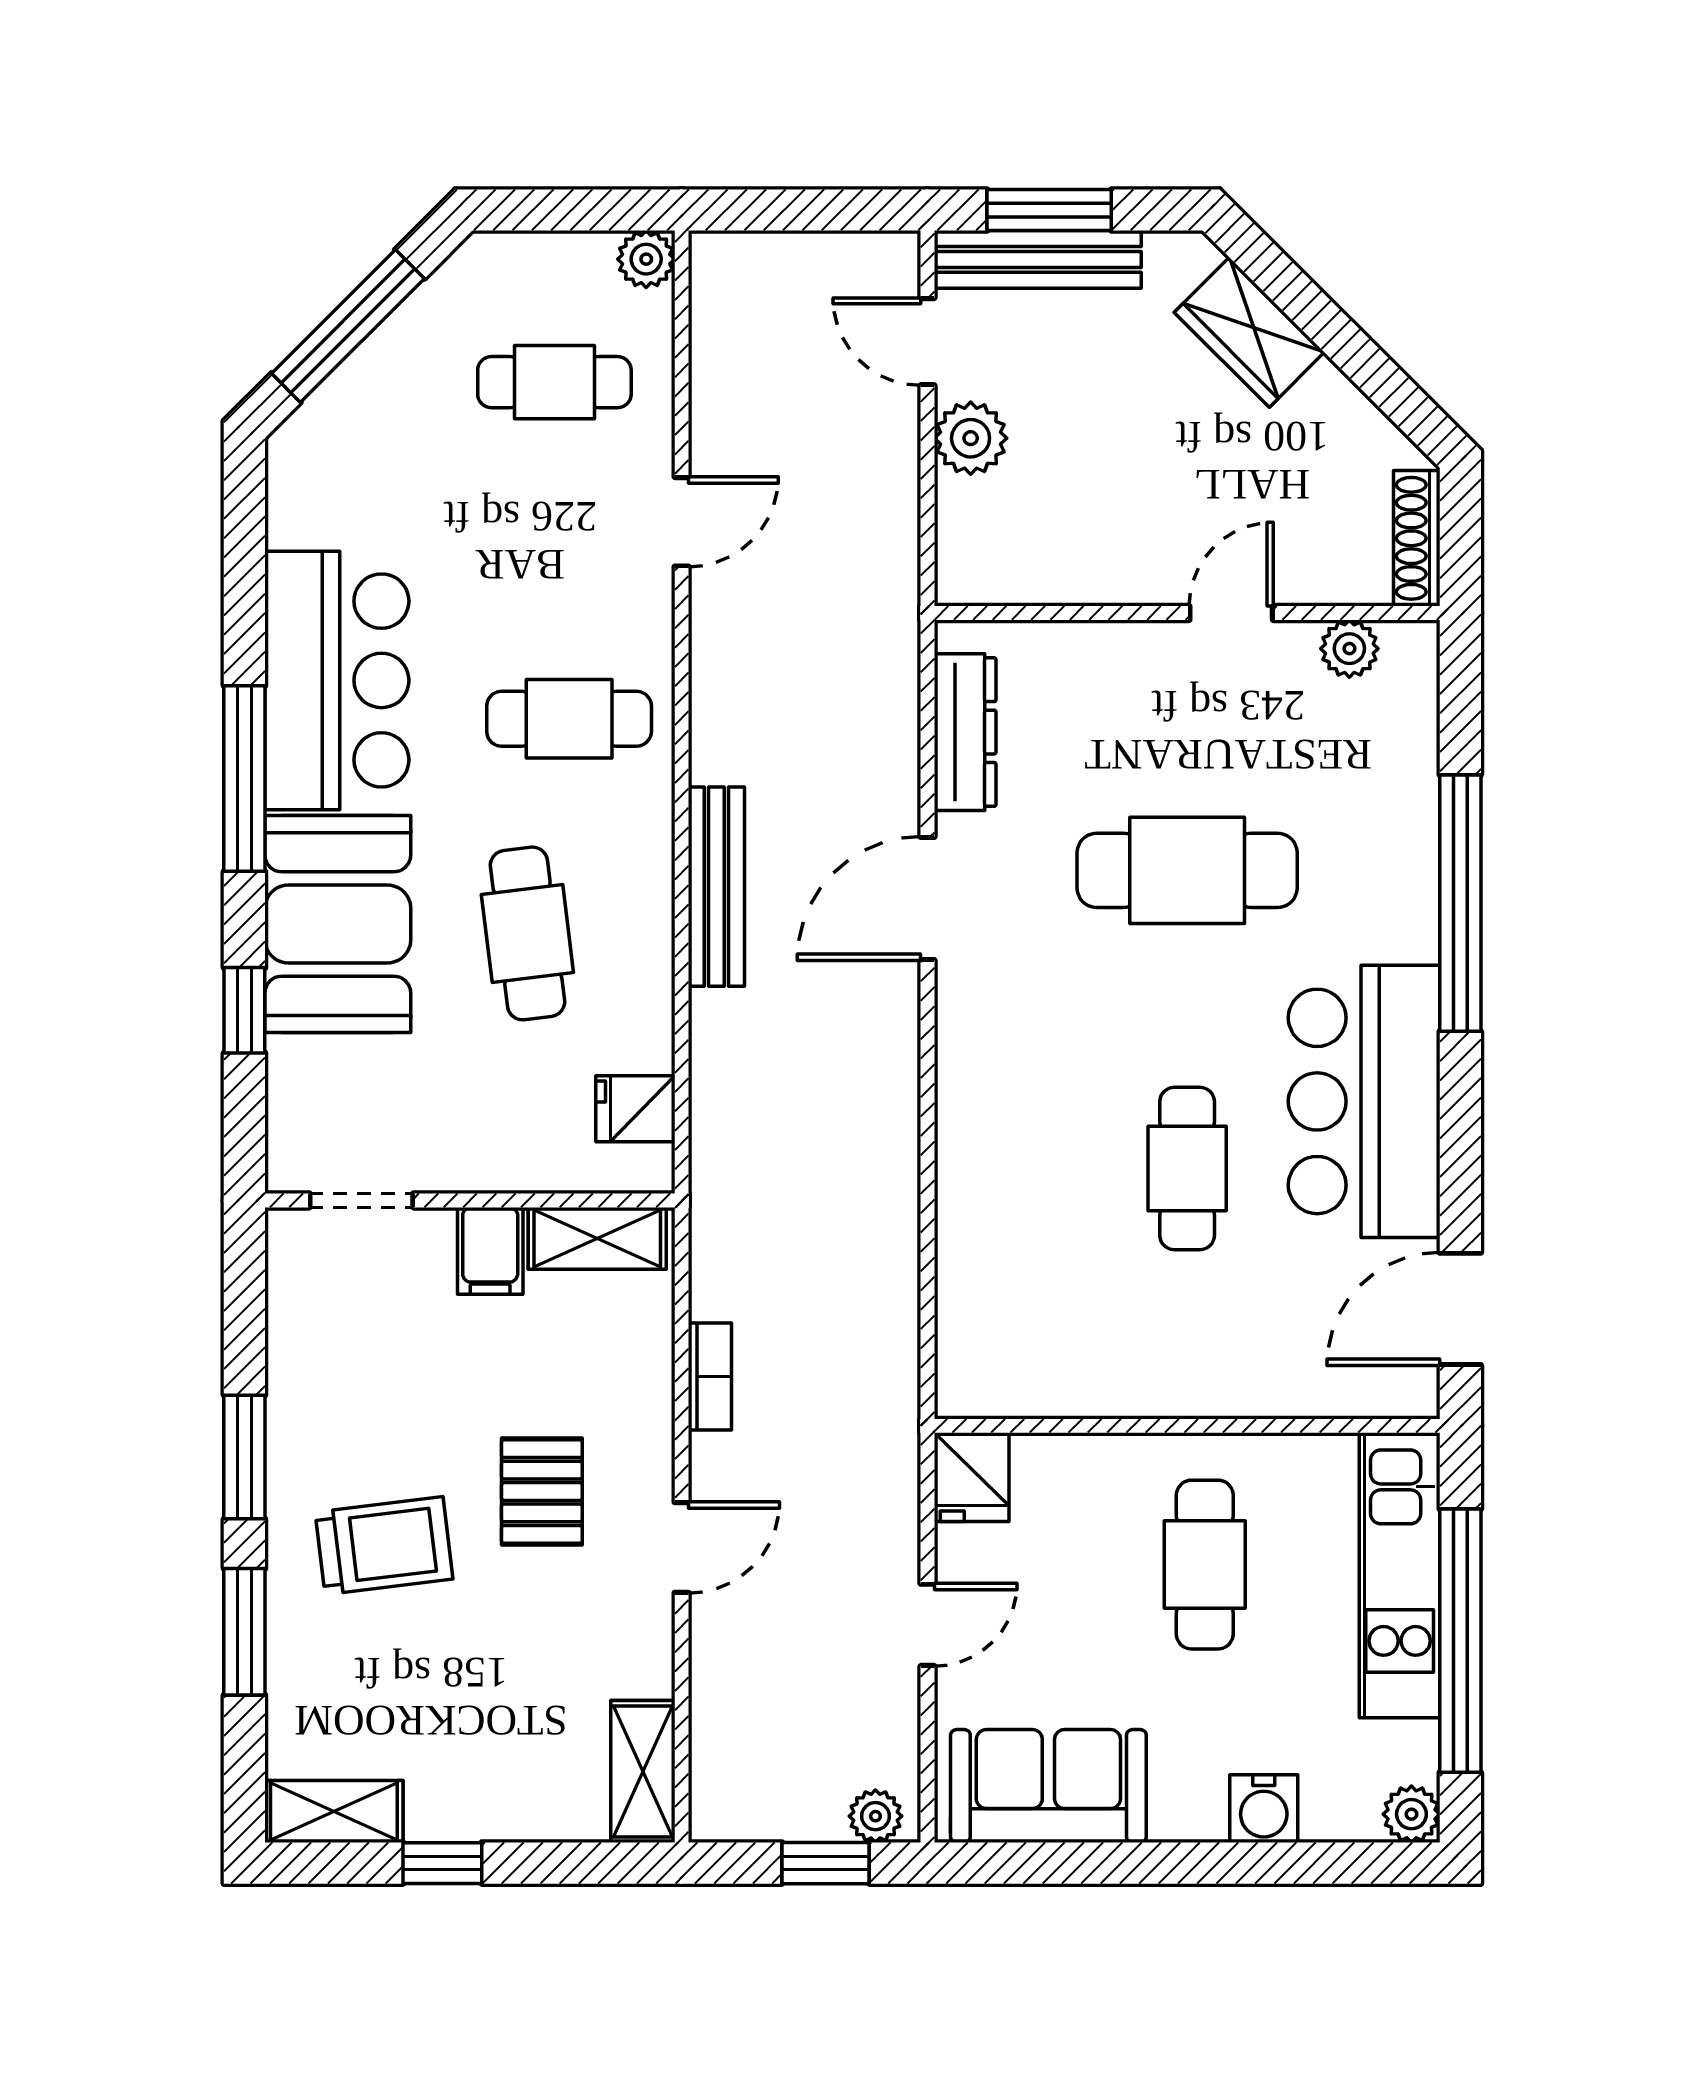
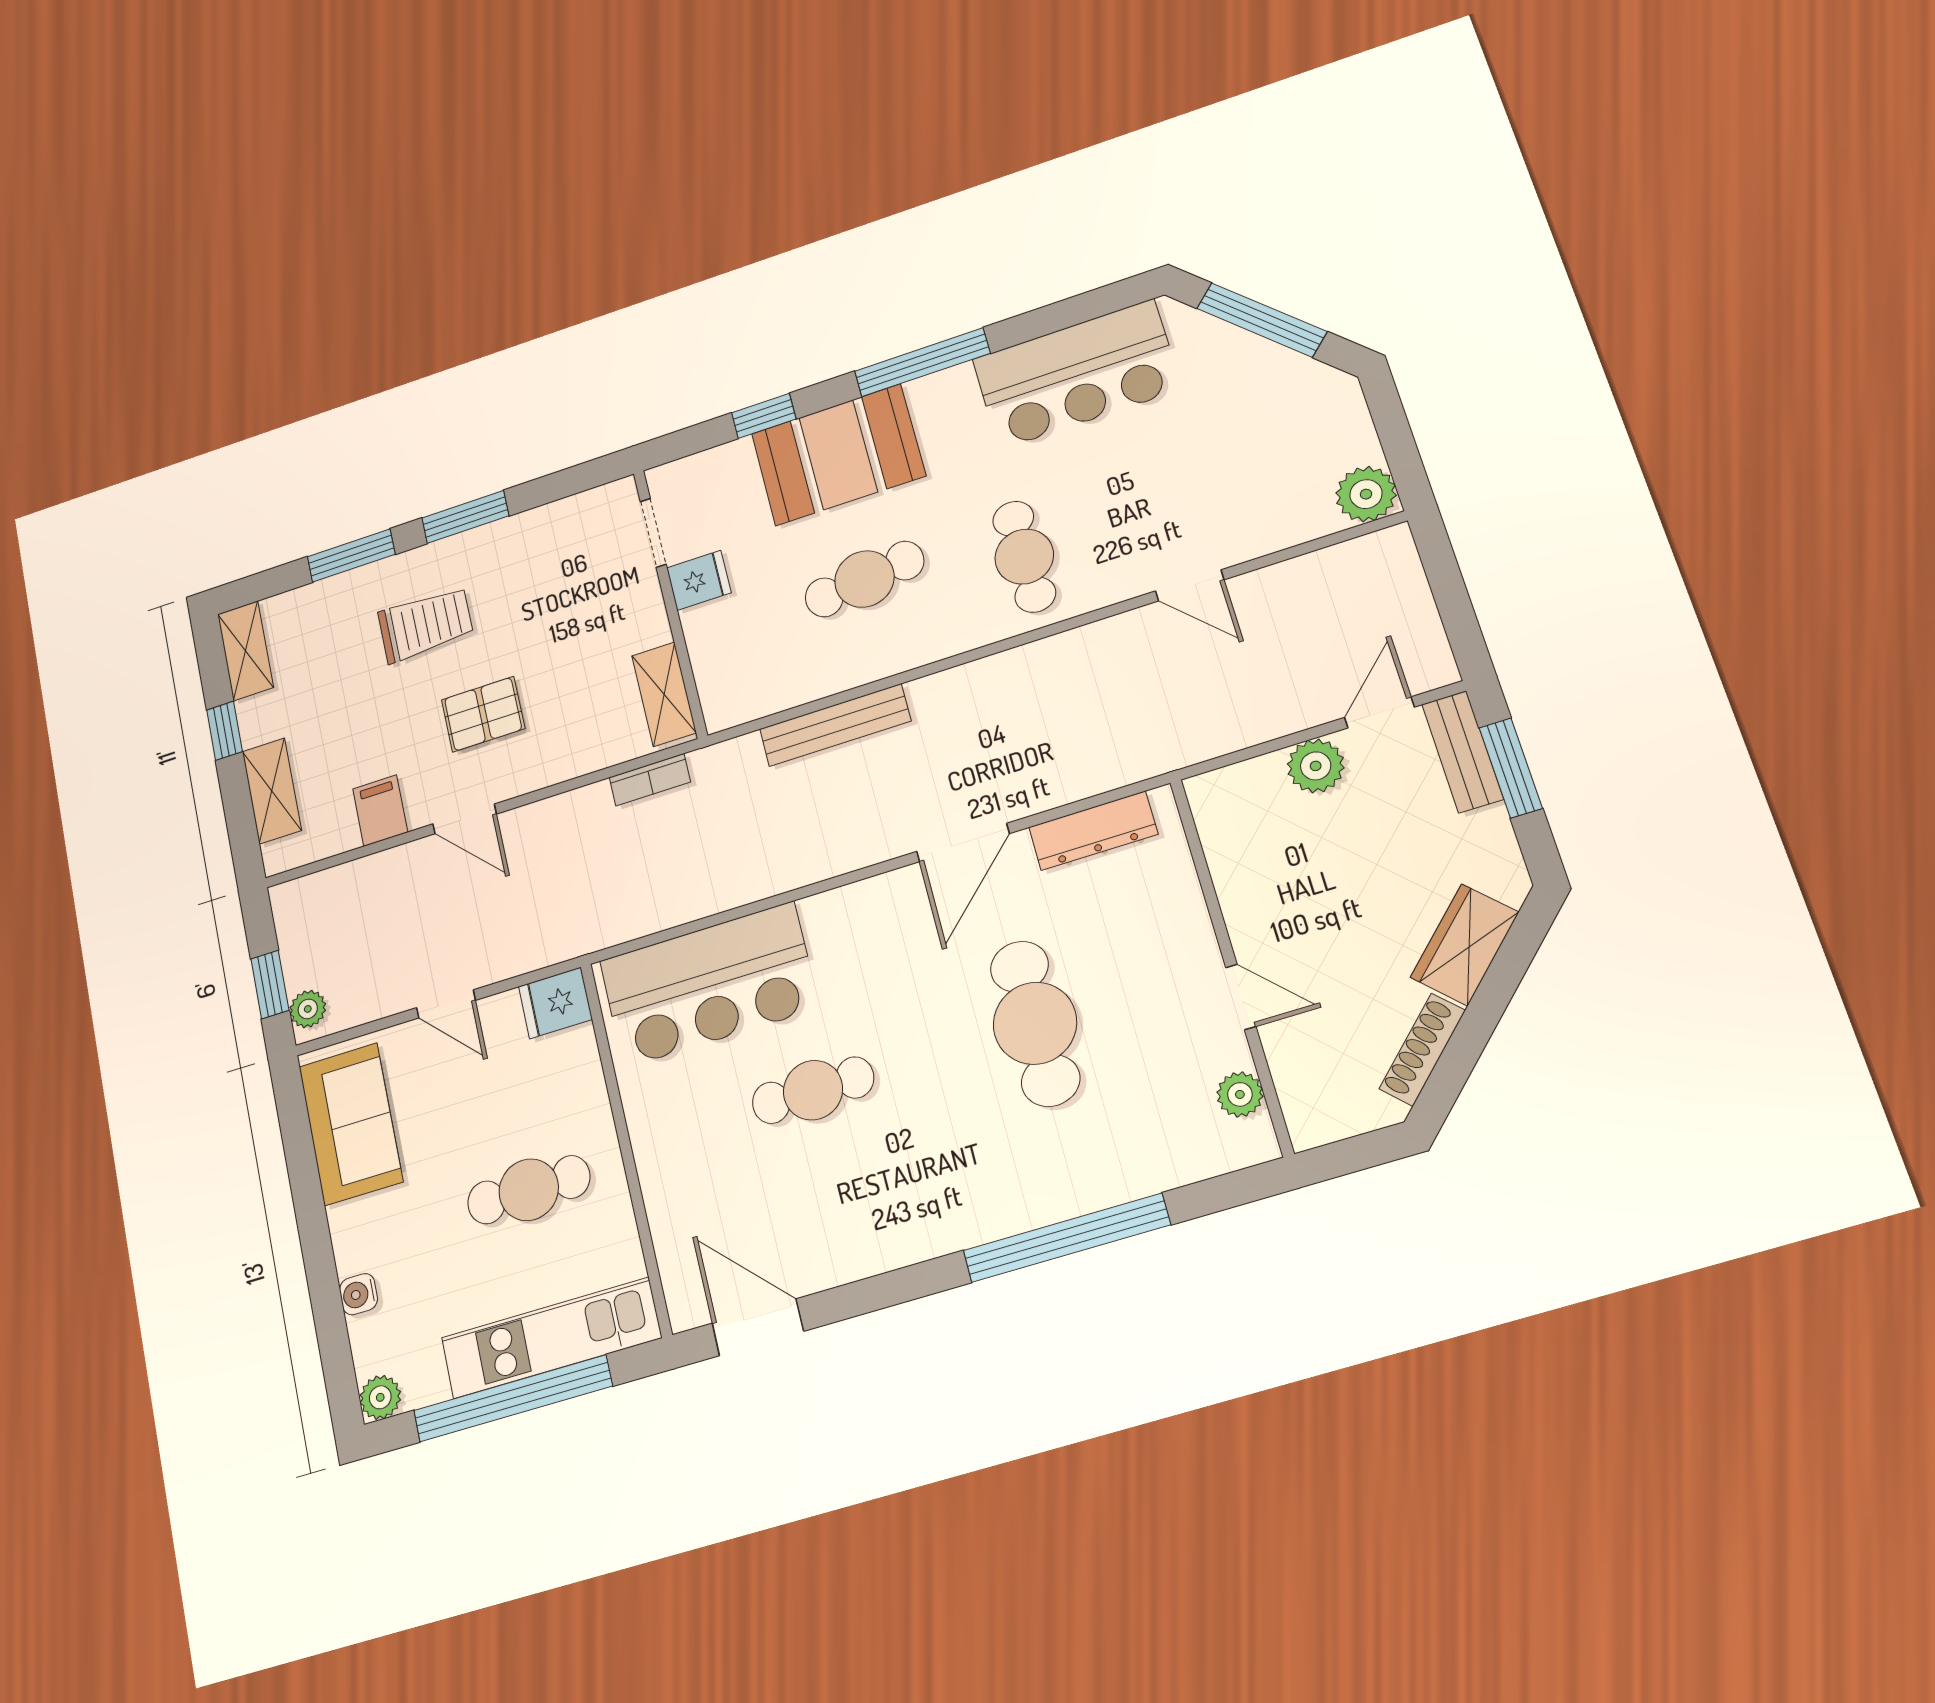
plant: (646, 259) -> (1366, 494), width x1.38, depth x1.38
bench: (1038, 259) -> (1462, 752), width x0.73
cafe table: (554, 382) -> (1265, 467), removed
shoe rack: (1417, 538) -> (1422, 1050), moved, turned -45
bar counter: (337, 680) -> (1077, 374), moved
bench: (716, 887) -> (835, 725), moved
door: (928, 898) -> (963, 842), swing flipped
bar counter: (1364, 1101) -> (709, 984), moved, turned 180
fridge: (635, 1109) -> (699, 580), moved, turned 90
filing cabinet: (490, 1251) -> (380, 810), moved, turned 90
bookcase: (710, 1377) -> (650, 780), moved
trolley: (384, 1546) -> (426, 624), turned -83
shelving: (643, 1771) -> (272, 791), moved, turned 90
water cooler: (1264, 1809) -> (359, 1294), width x0.72, depth x0.72

